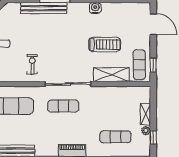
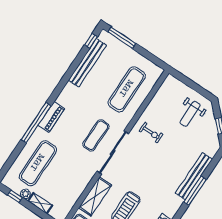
exercise mat: (115, 137) -> (38, 163), width x1.36, depth x1.45

